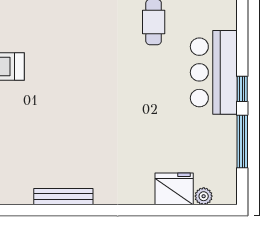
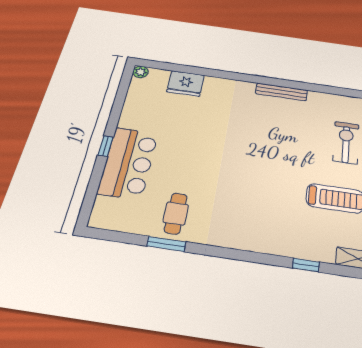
window: (242, 141) -> (117, 107), removed
plant: (204, 196) -> (141, 72), moved

